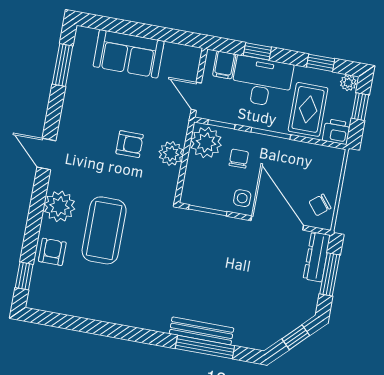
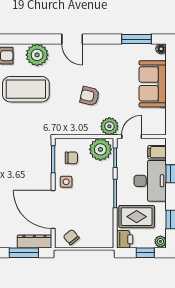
floor lamp: (82, 33) -> (161, 49), added
armchair: (130, 144) -> (90, 96), turned 103
door: (46, 154) -> (72, 39), swing flipped
plant: (171, 154) -> (109, 126), moved
chair: (239, 159) -> (71, 158), moved
door: (277, 223) -> (53, 210), swing flipped

